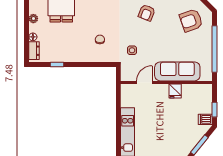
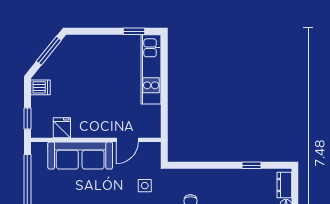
fridge: (175, 91) -> (62, 128), moved
window: (214, 110) -> (27, 118), moved

